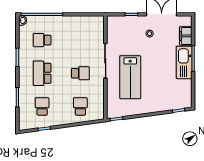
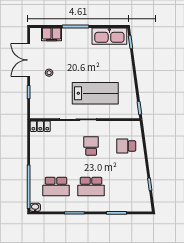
locker: (99, 25) -> (40, 126), added
school desk: (42, 40) -> (56, 187), width x1.85
kitchen sink: (184, 62) -> (109, 36), moved
school desk: (42, 106) -> (126, 187), removed

